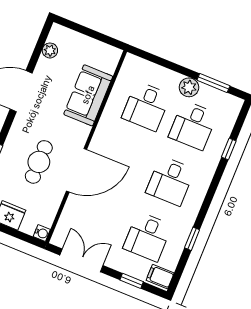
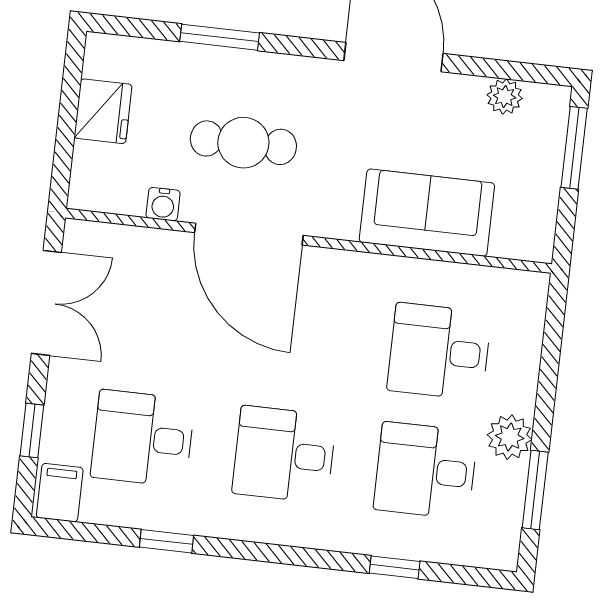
window: (79, 28) -> (574, 148), added
water cooler: (42, 233) -> (163, 204), moved

